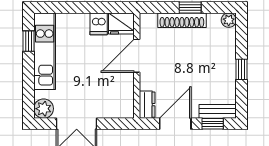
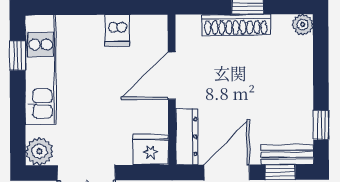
fridge: (121, 23) -> (151, 150), moved, turned 180
window: (241, 69) -> (321, 125), moved
dresser: (147, 105) -> (187, 137), width x1.44

